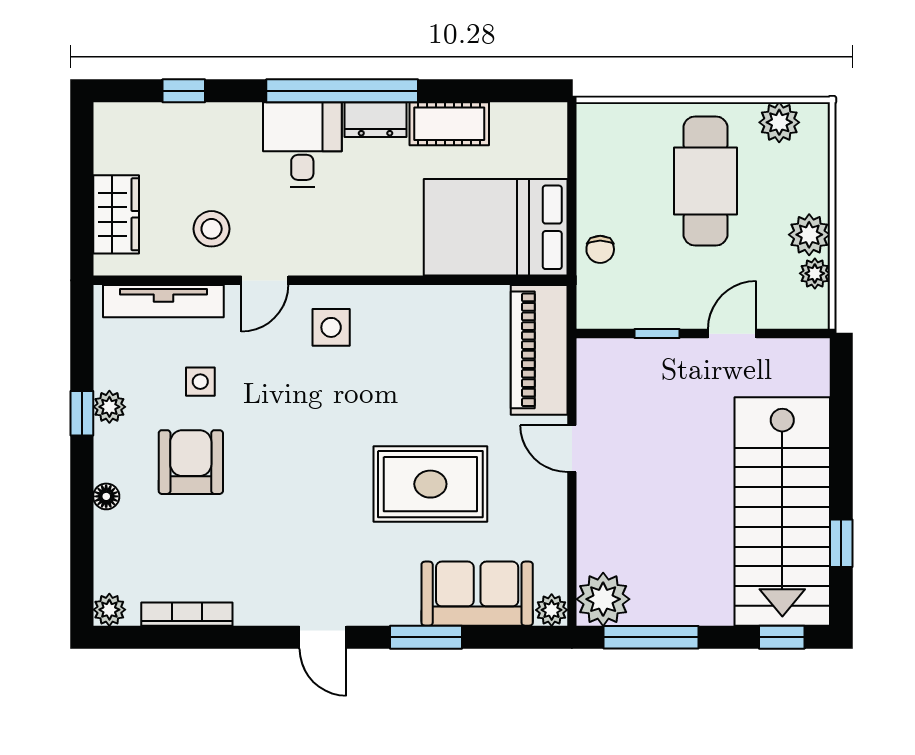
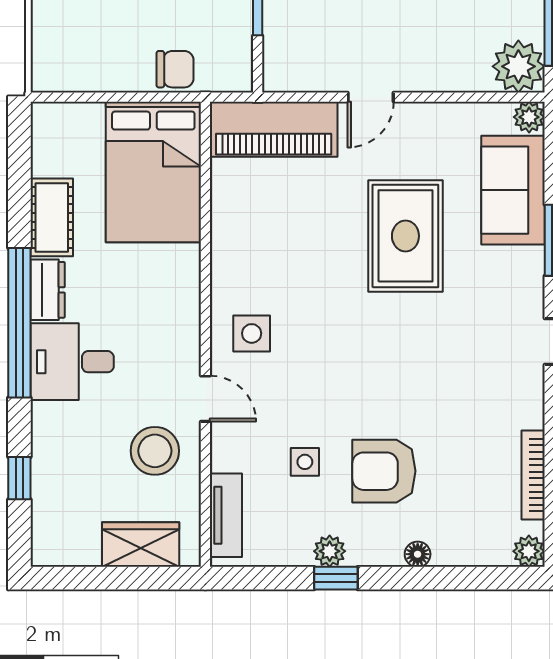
stool: (212, 229) -> (155, 451), width x1.38, depth x1.38
chair: (600, 249) -> (175, 69), width x1.37, depth x1.37
tv unit: (163, 301) -> (226, 515), width x0.71

